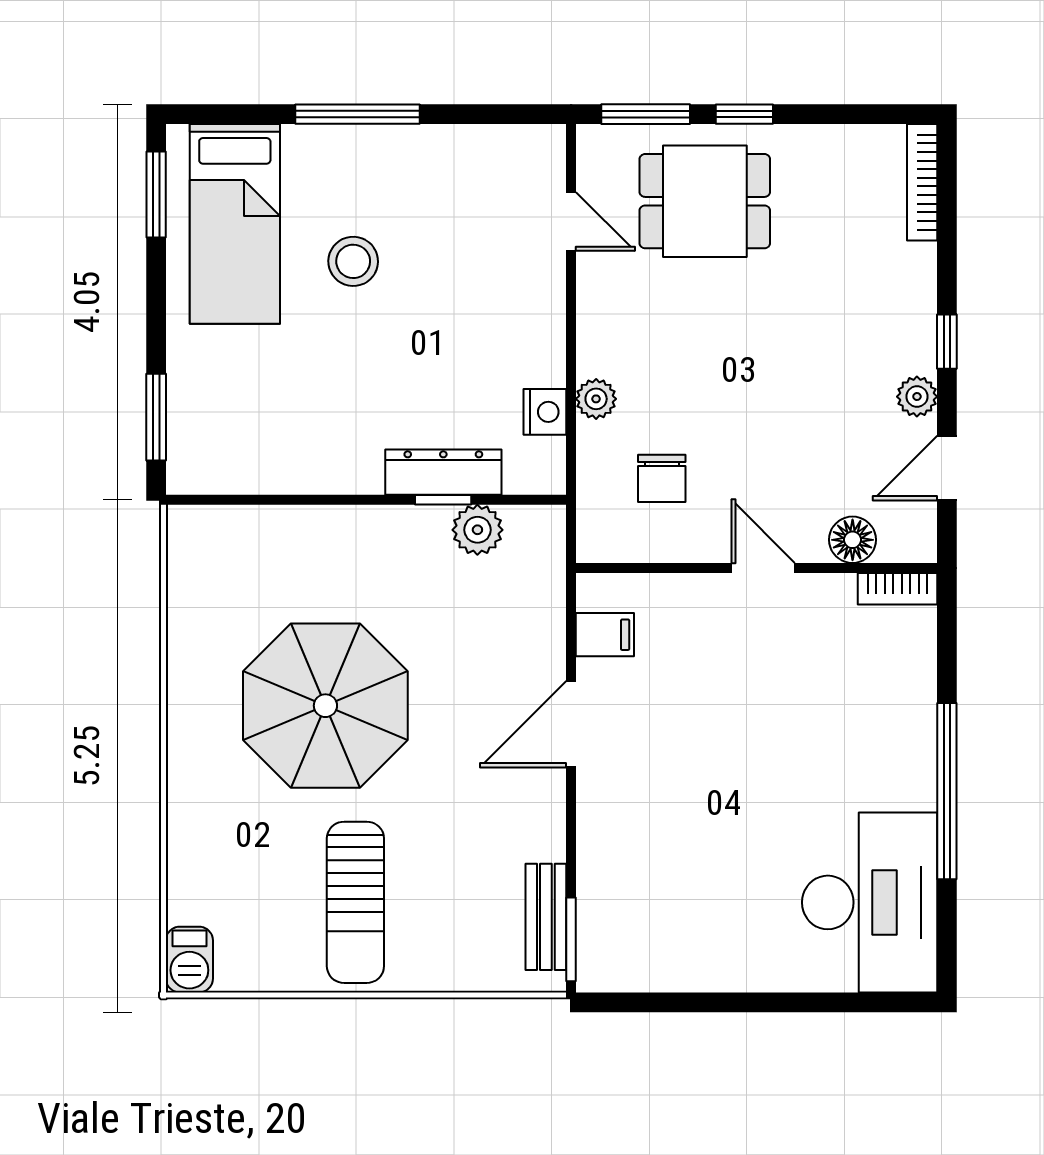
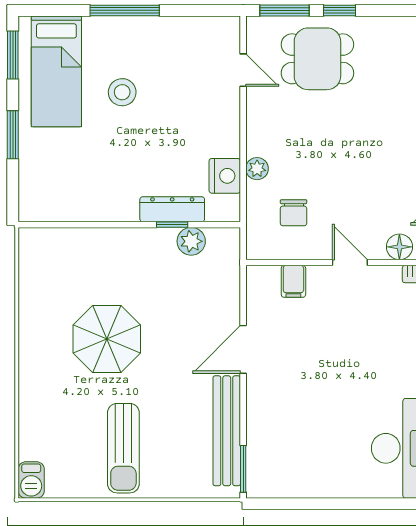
nightstand: (545, 412) -> (225, 176), width x1.36, depth x1.33
window: (156, 417) -> (13, 135), moved
filing cabinet: (605, 635) -> (293, 281), moved, turned 90
parasol: (325, 706) -> (107, 339), width x0.73, depth x0.73
bench: (546, 917) -> (227, 431), width x1.86, depth x1.21

